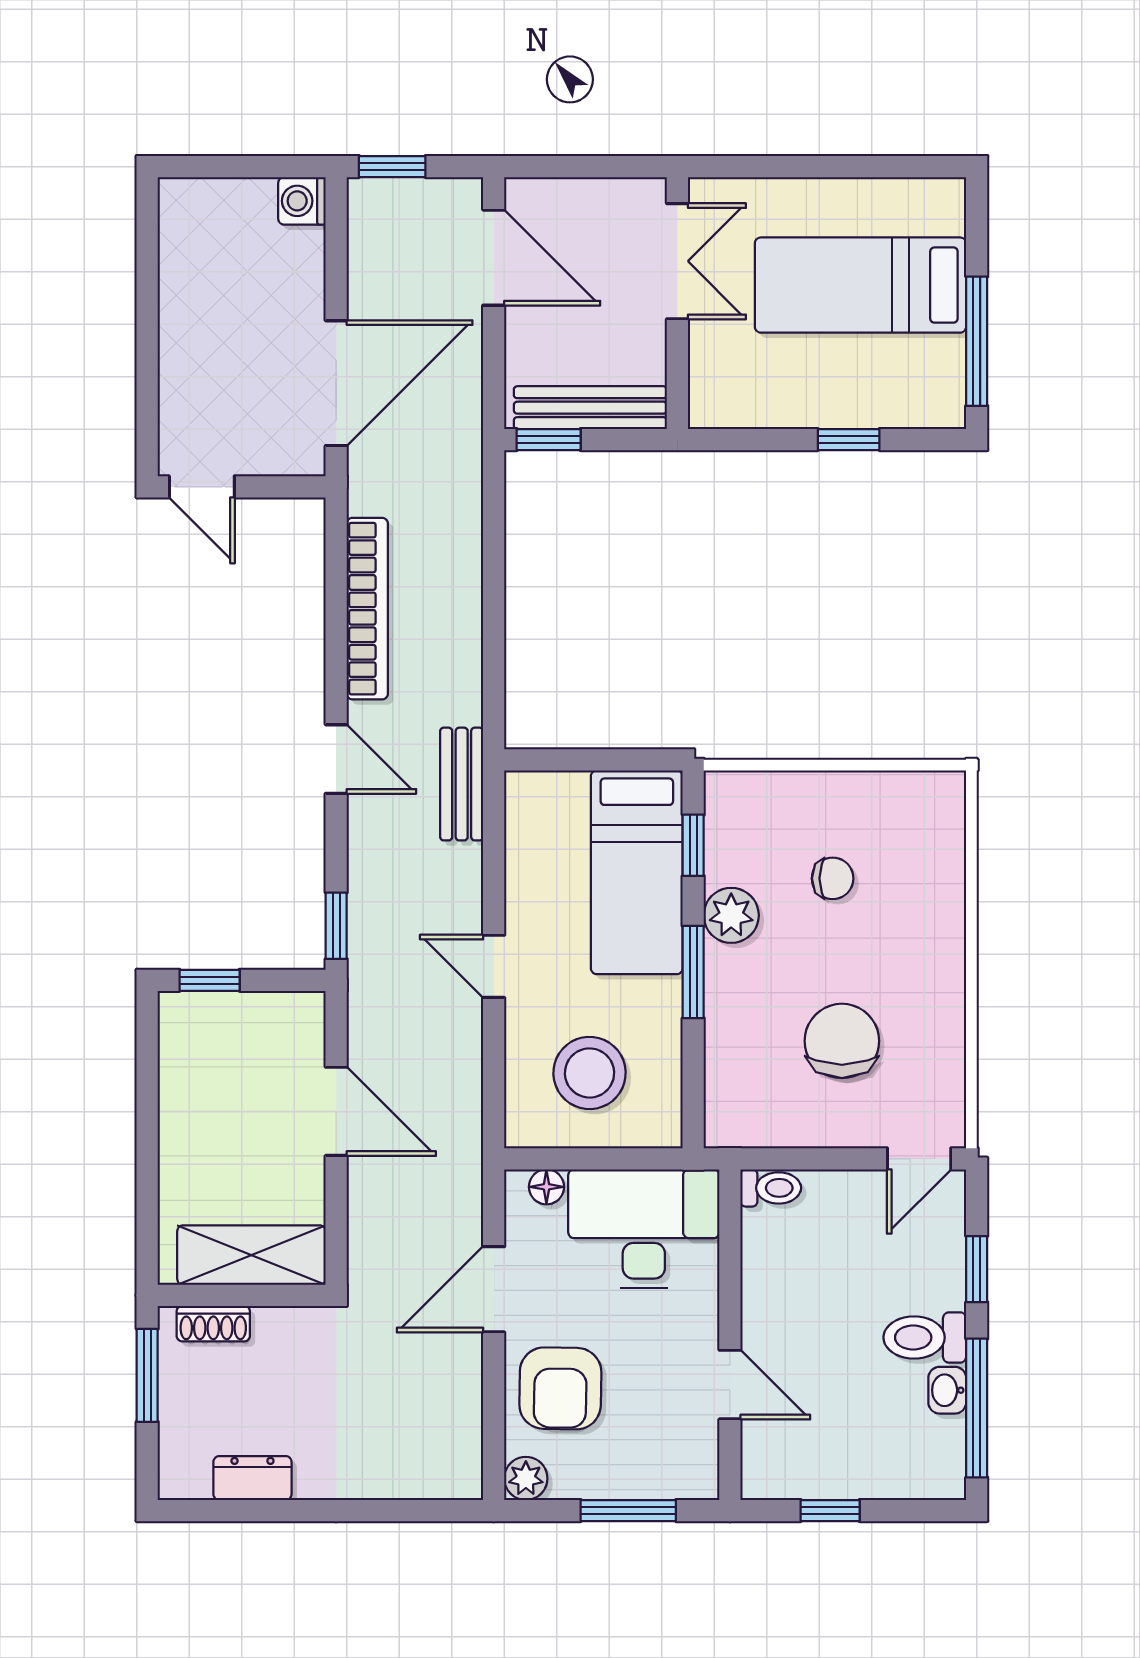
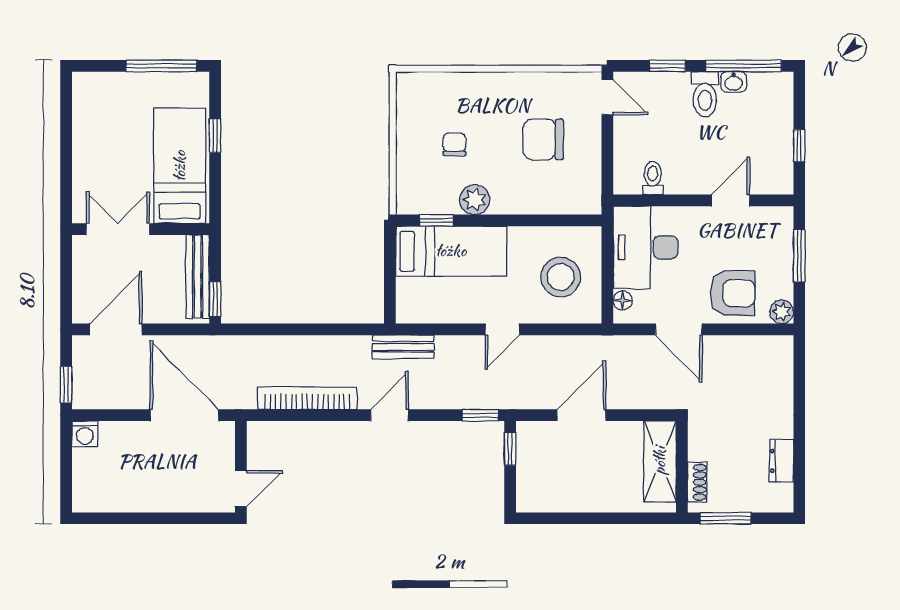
bed: (860, 285) -> (180, 166), moved, turned 180
window: (693, 972) -> (506, 220), removed
window: (210, 980) -> (510, 449), moved
toilet: (771, 1188) -> (653, 178), moved

